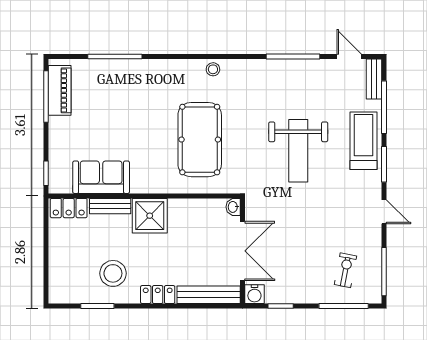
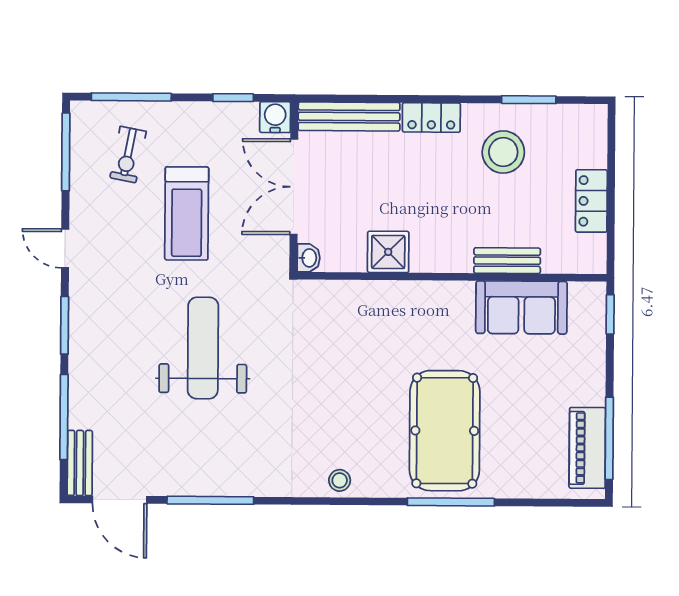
window: (115, 56) -> (451, 502), moved
door: (349, 56) -> (120, 500), width x1.38
pool table: (200, 140) -> (445, 431), moved
treadmill: (363, 141) -> (187, 213), moved
locker: (69, 208) -> (591, 201), moved, turned -90
shower: (150, 216) -> (388, 252), moved, width x0.73, depth x0.73

